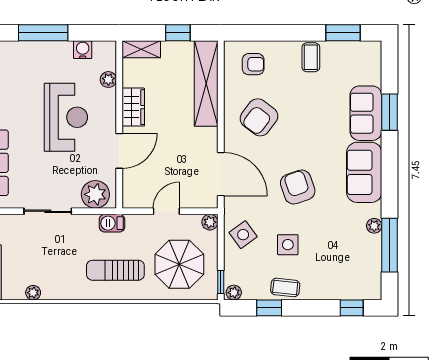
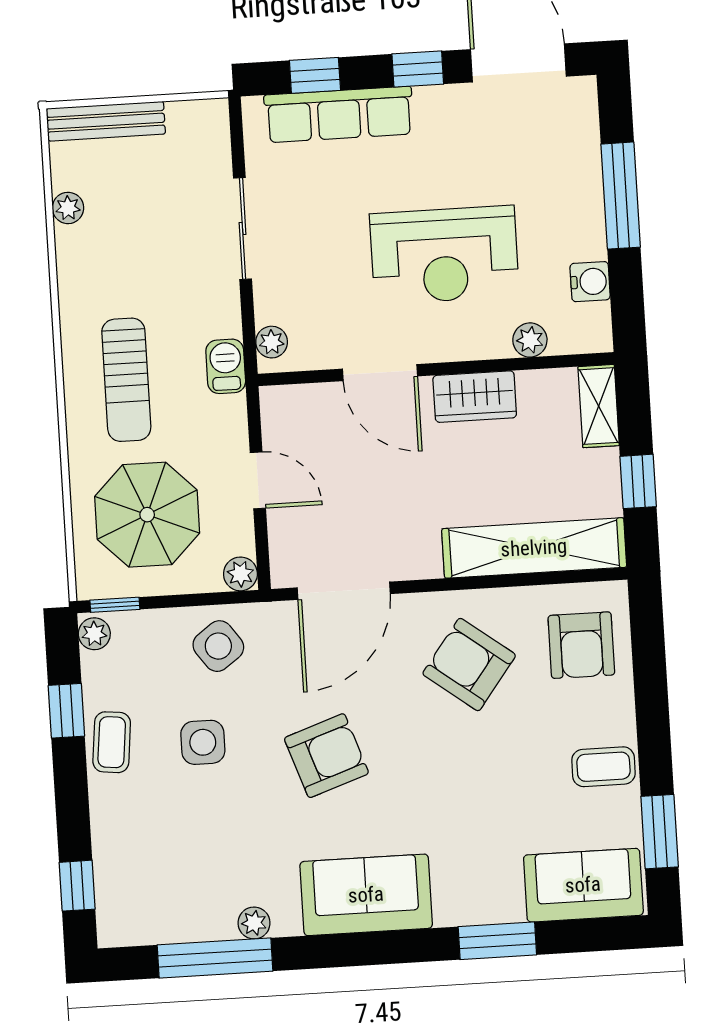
armchair: (253, 64) -> (581, 645), width x1.38, depth x1.38
sofa: (366, 113) -> (583, 885), moved
plant: (95, 194) -> (272, 342), width x0.53, depth x0.53
sun lounger: (115, 270) -> (126, 380), turned 180

